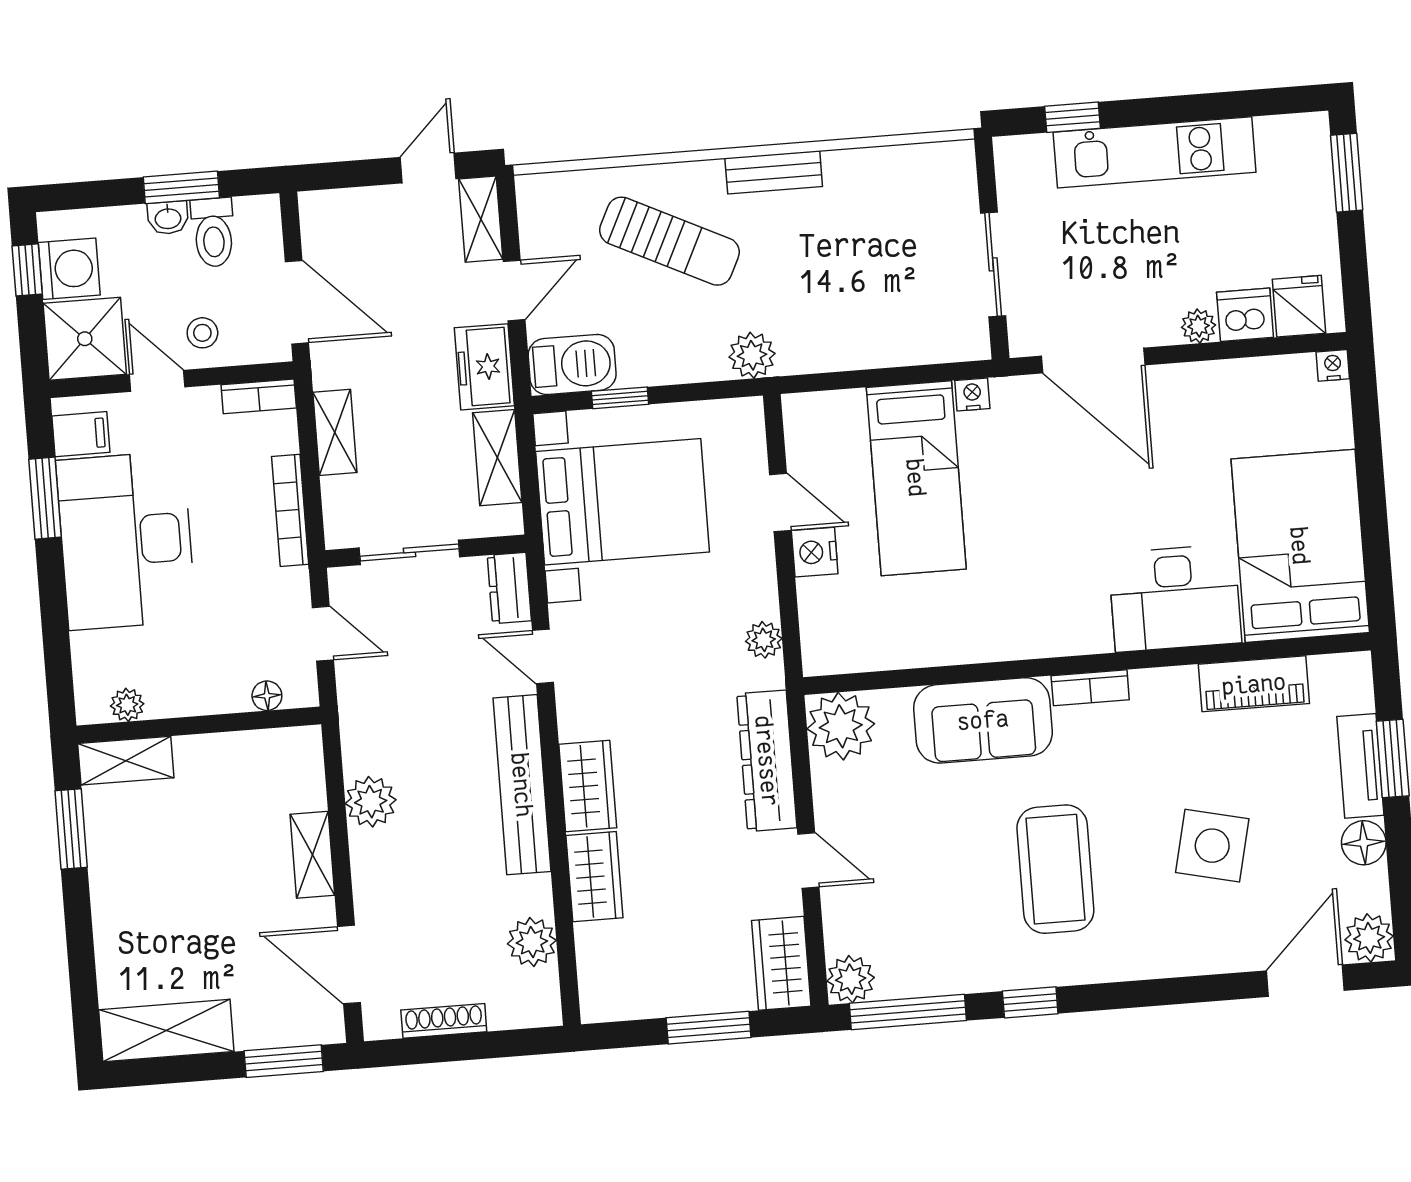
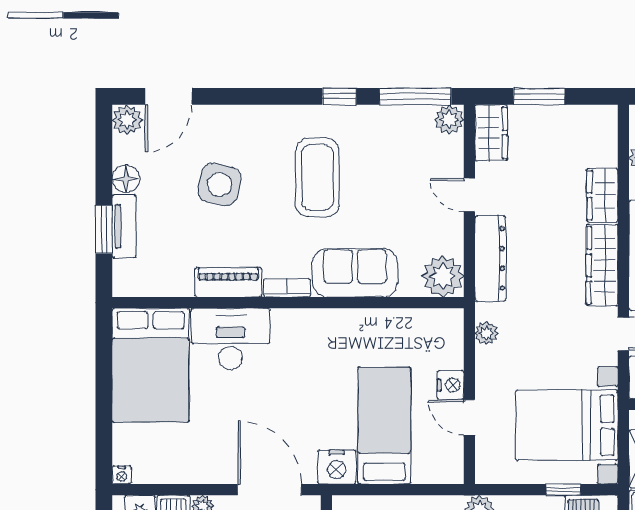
nightstand: (972, 394) -> (337, 467), width x1.89, depth x1.79
piano: (1254, 684) -> (228, 282), moved
wardrobe: (588, 786) -> (602, 265), width x1.50

